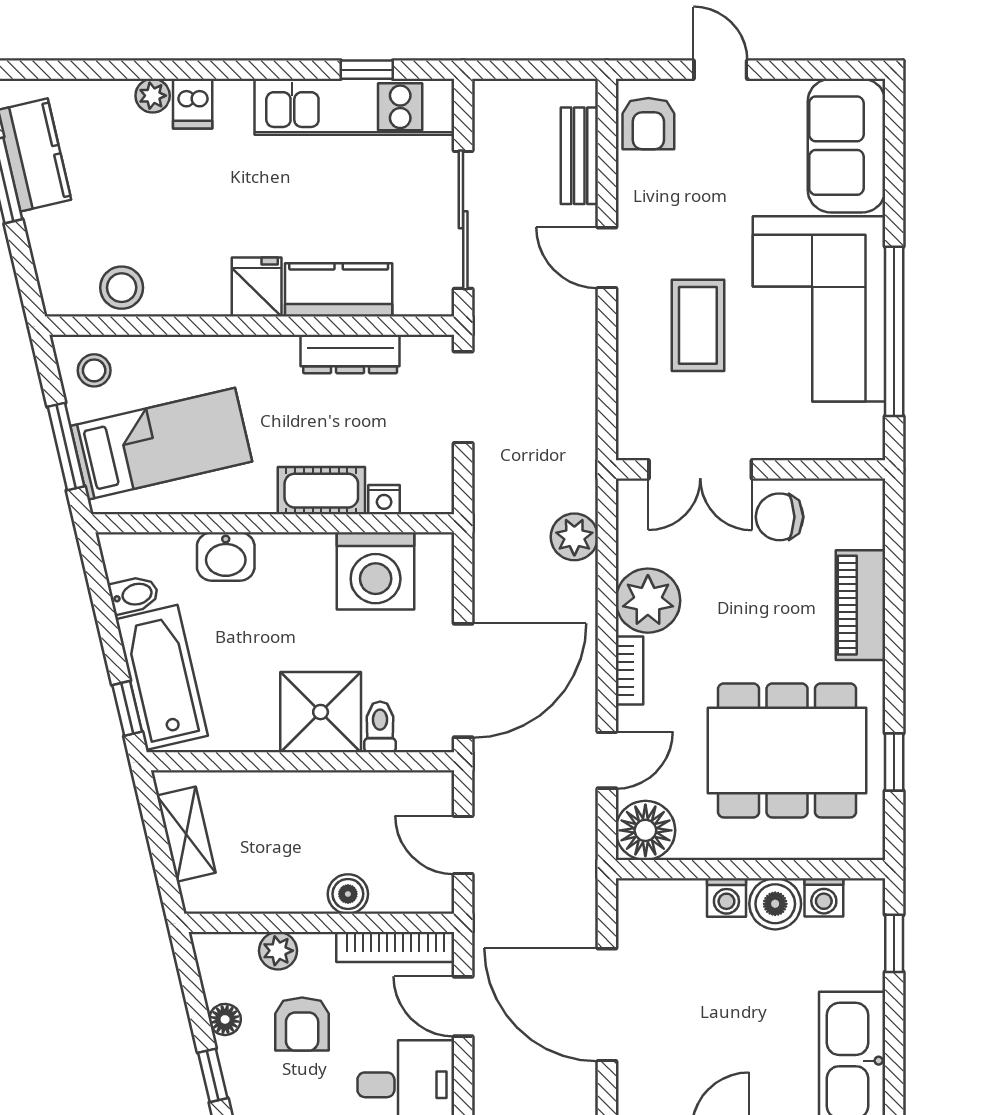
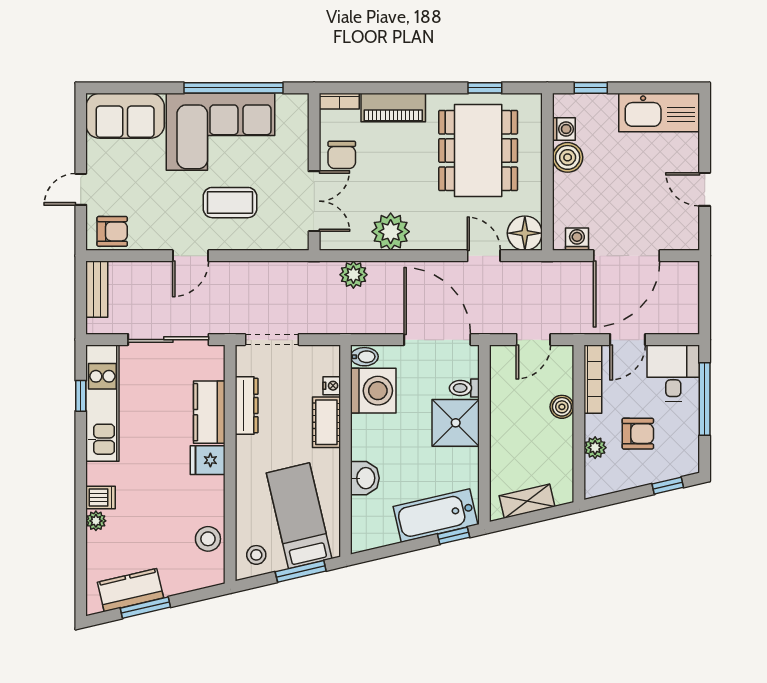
bench: (579, 156) -> (97, 289), moved, turned 90
bidet: (134, 595) -> (364, 357), moved, turned 103
bookcase: (629, 670) -> (339, 101), moved, turned 180
washing machine: (726, 897) -> (577, 239), moved, turned -90
floor lamp: (225, 1019) -> (635, 479), removed

